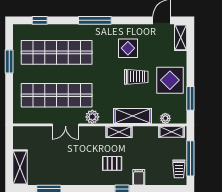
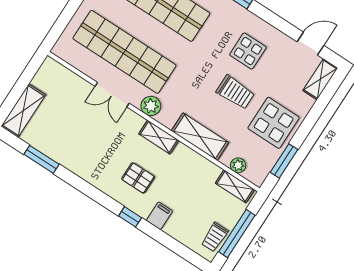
shelving: (119, 132) -> (159, 137), moved

